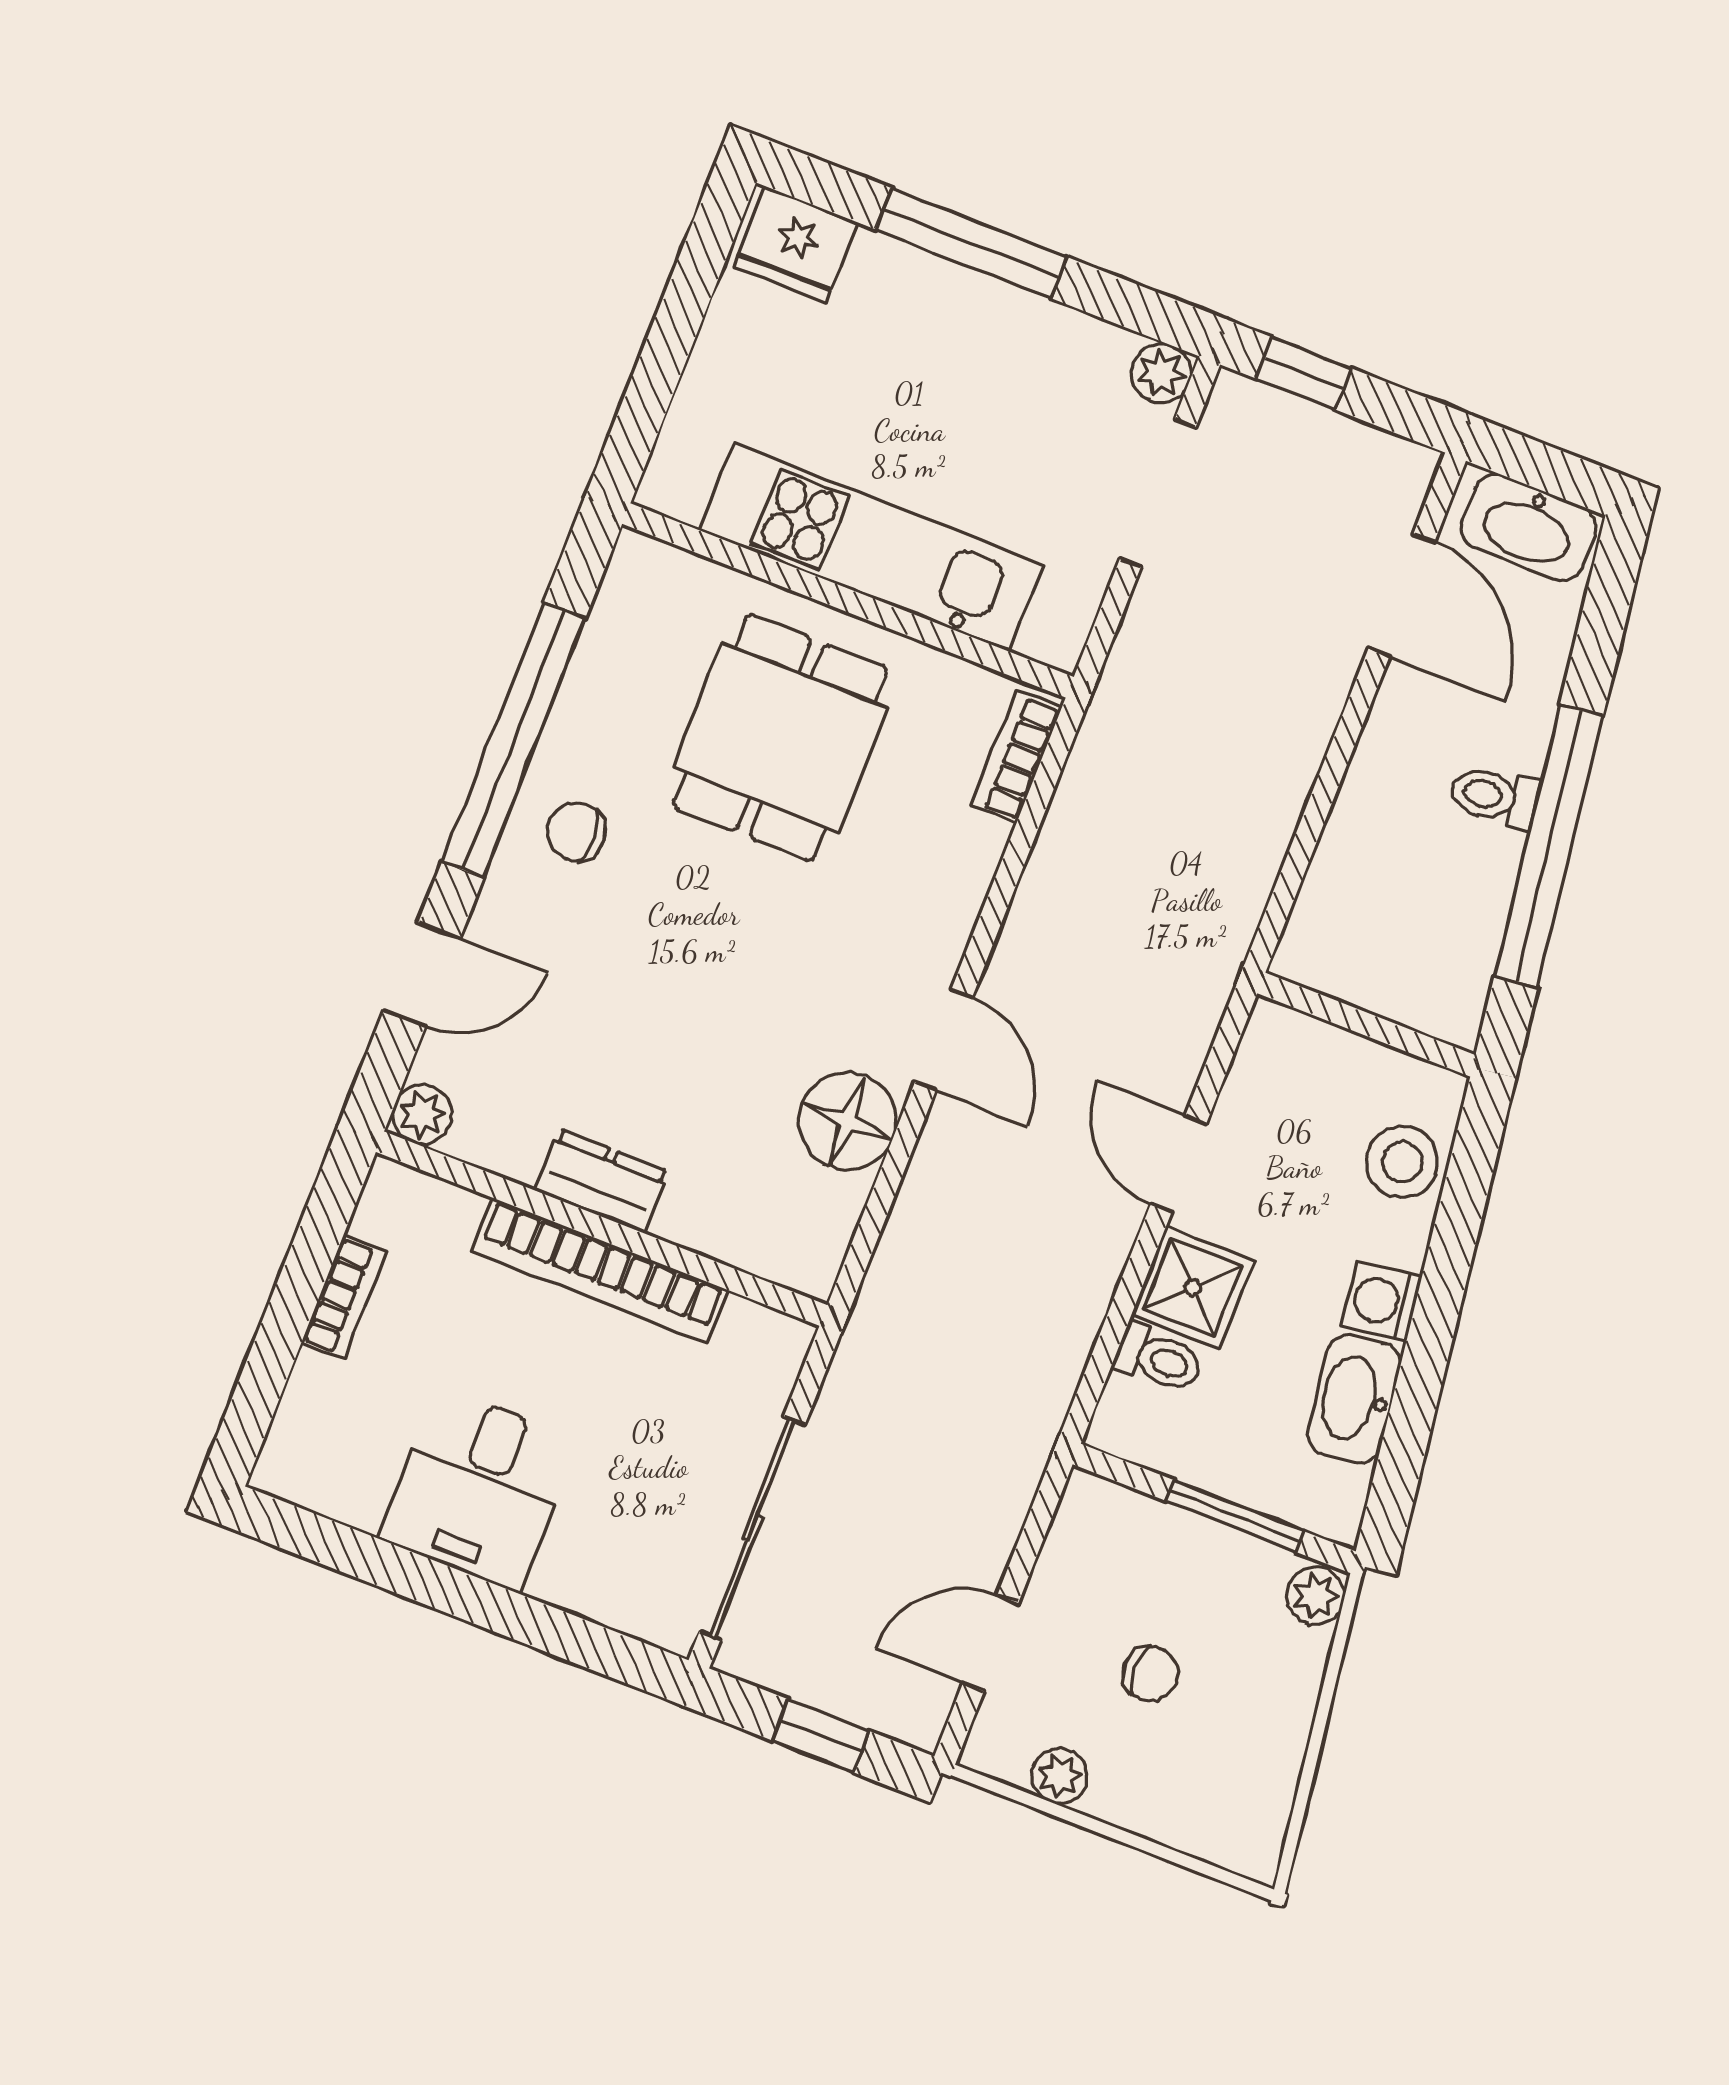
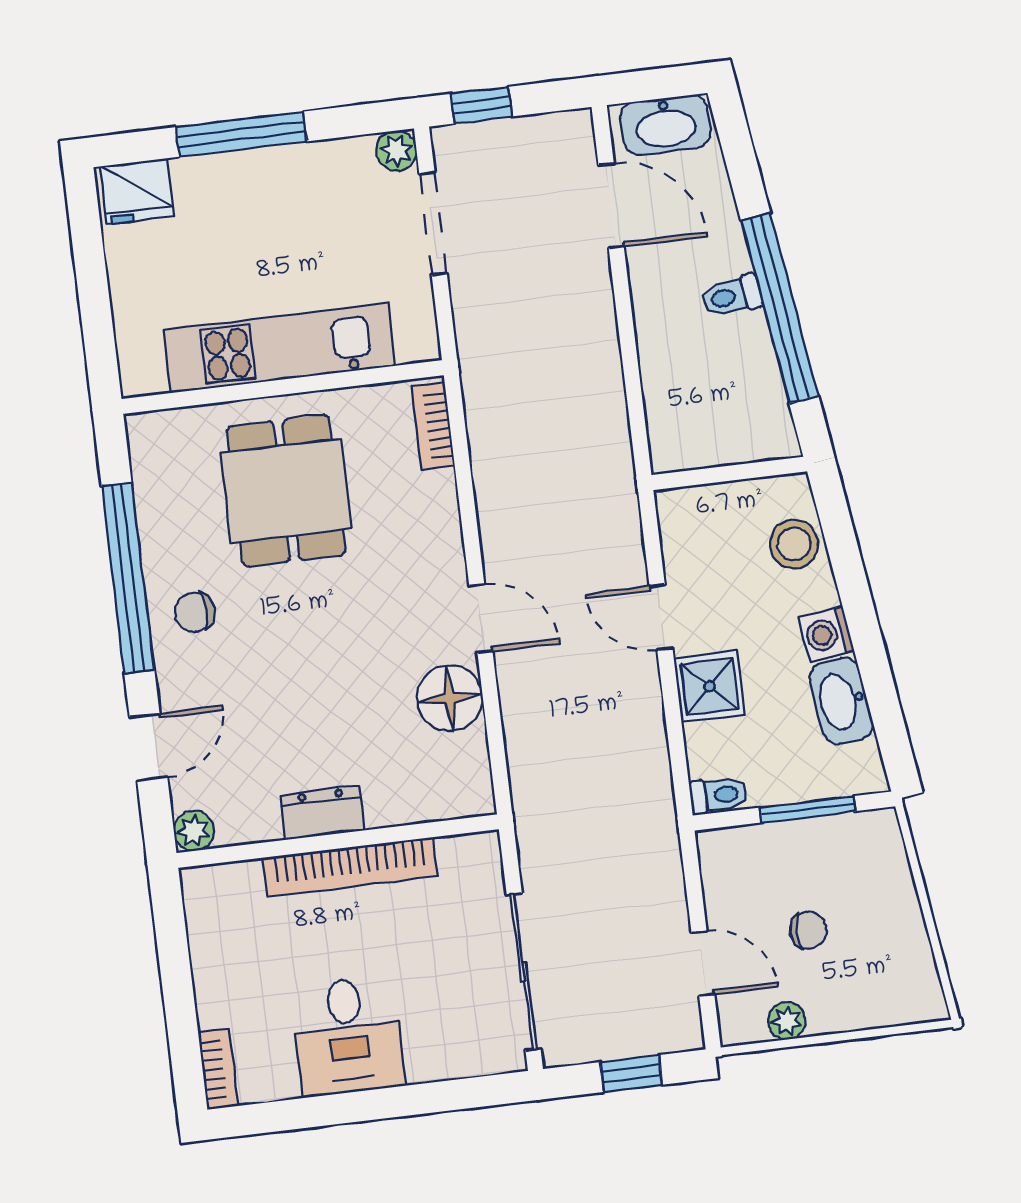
bookcase: (344, 1297) -> (218, 1069), moved
toilet: (1158, 1359) -> (718, 795), moved
plant: (1315, 1596) -> (882, 831), removed
door: (991, 1643) -> (703, 964), swing flipped

